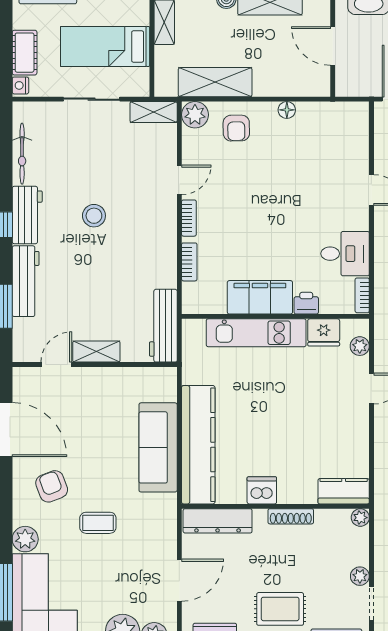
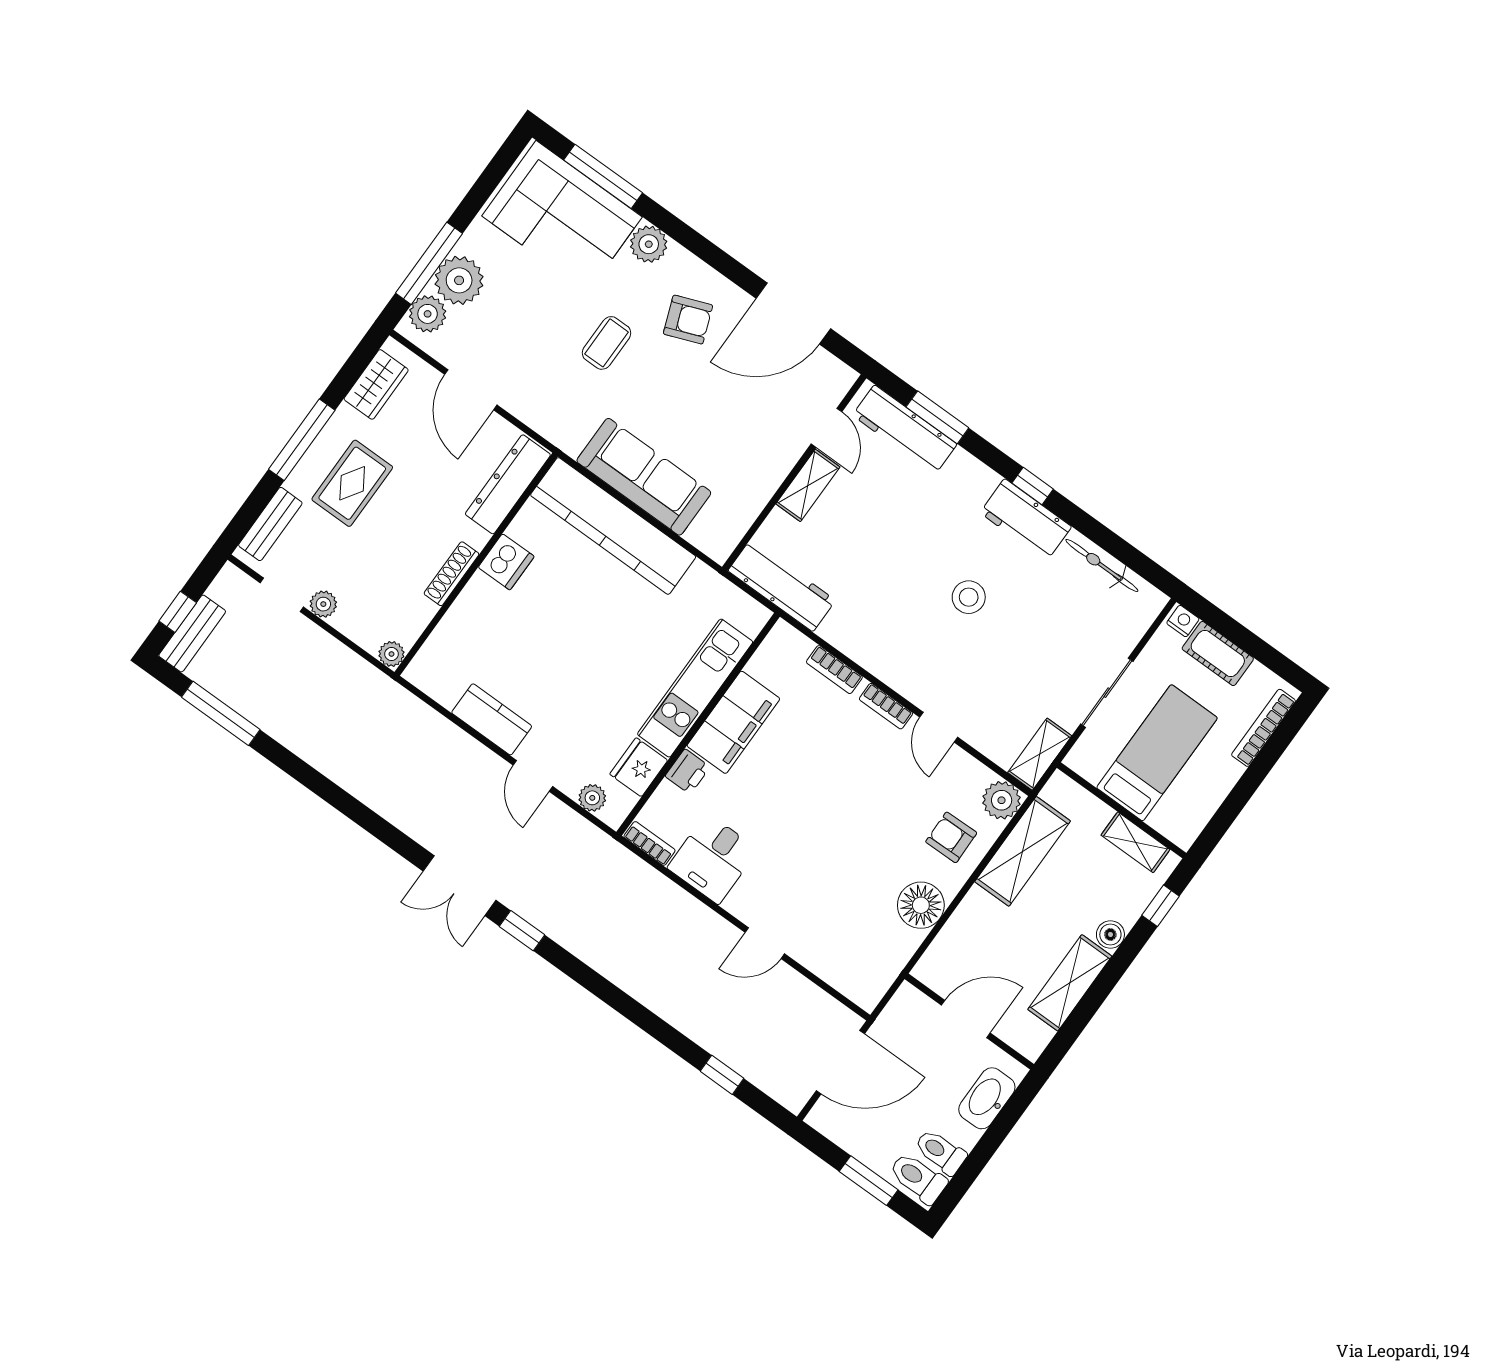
floor lamp: (287, 110) -> (921, 905), width x1.89, depth x1.89
workbench: (26, 281) -> (905, 430), moved
kitchen counter: (344, 491) -> (492, 719), moved, turned -90

